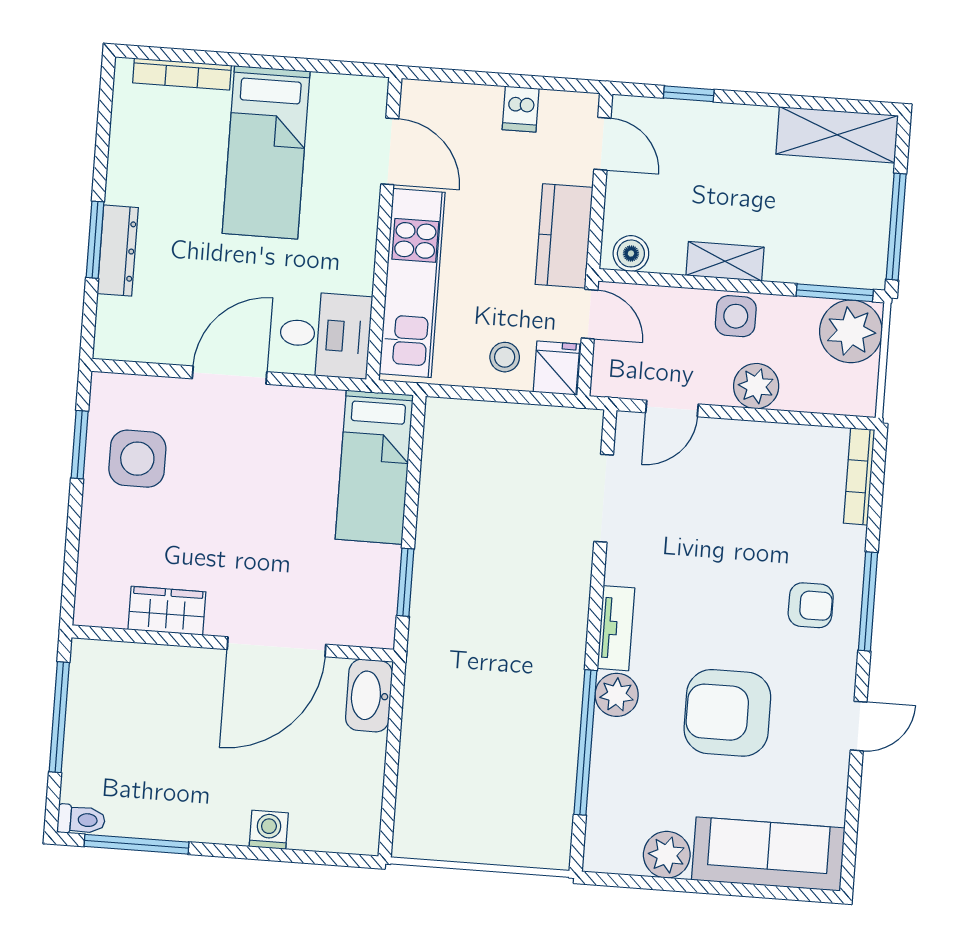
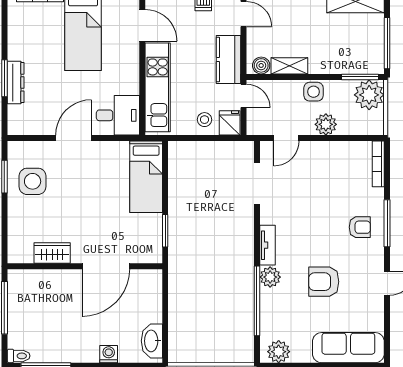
shelving: (725, 261) -> (289, 66), moved
washbasin: (369, 696) -> (152, 341), moved
armchair: (727, 713) -> (324, 282), width x0.73, depth x0.73
plant: (667, 855) -> (279, 352), moved

